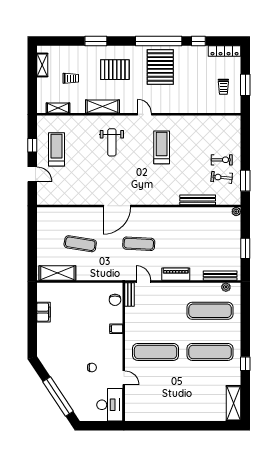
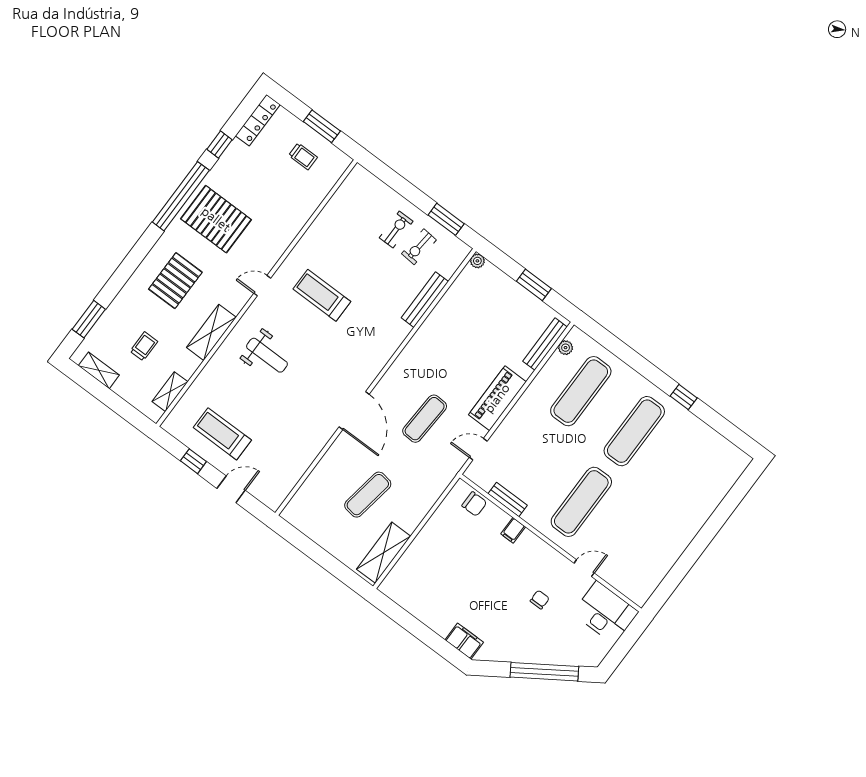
window: (96, 41) -> (89, 319), moved
piano: (176, 274) -> (497, 398), width x1.37, depth x1.33
bench: (130, 295) -> (508, 499), moved
filing cabinet: (43, 312) -> (464, 641), moved
shelving: (233, 403) -> (724, 451), removed

